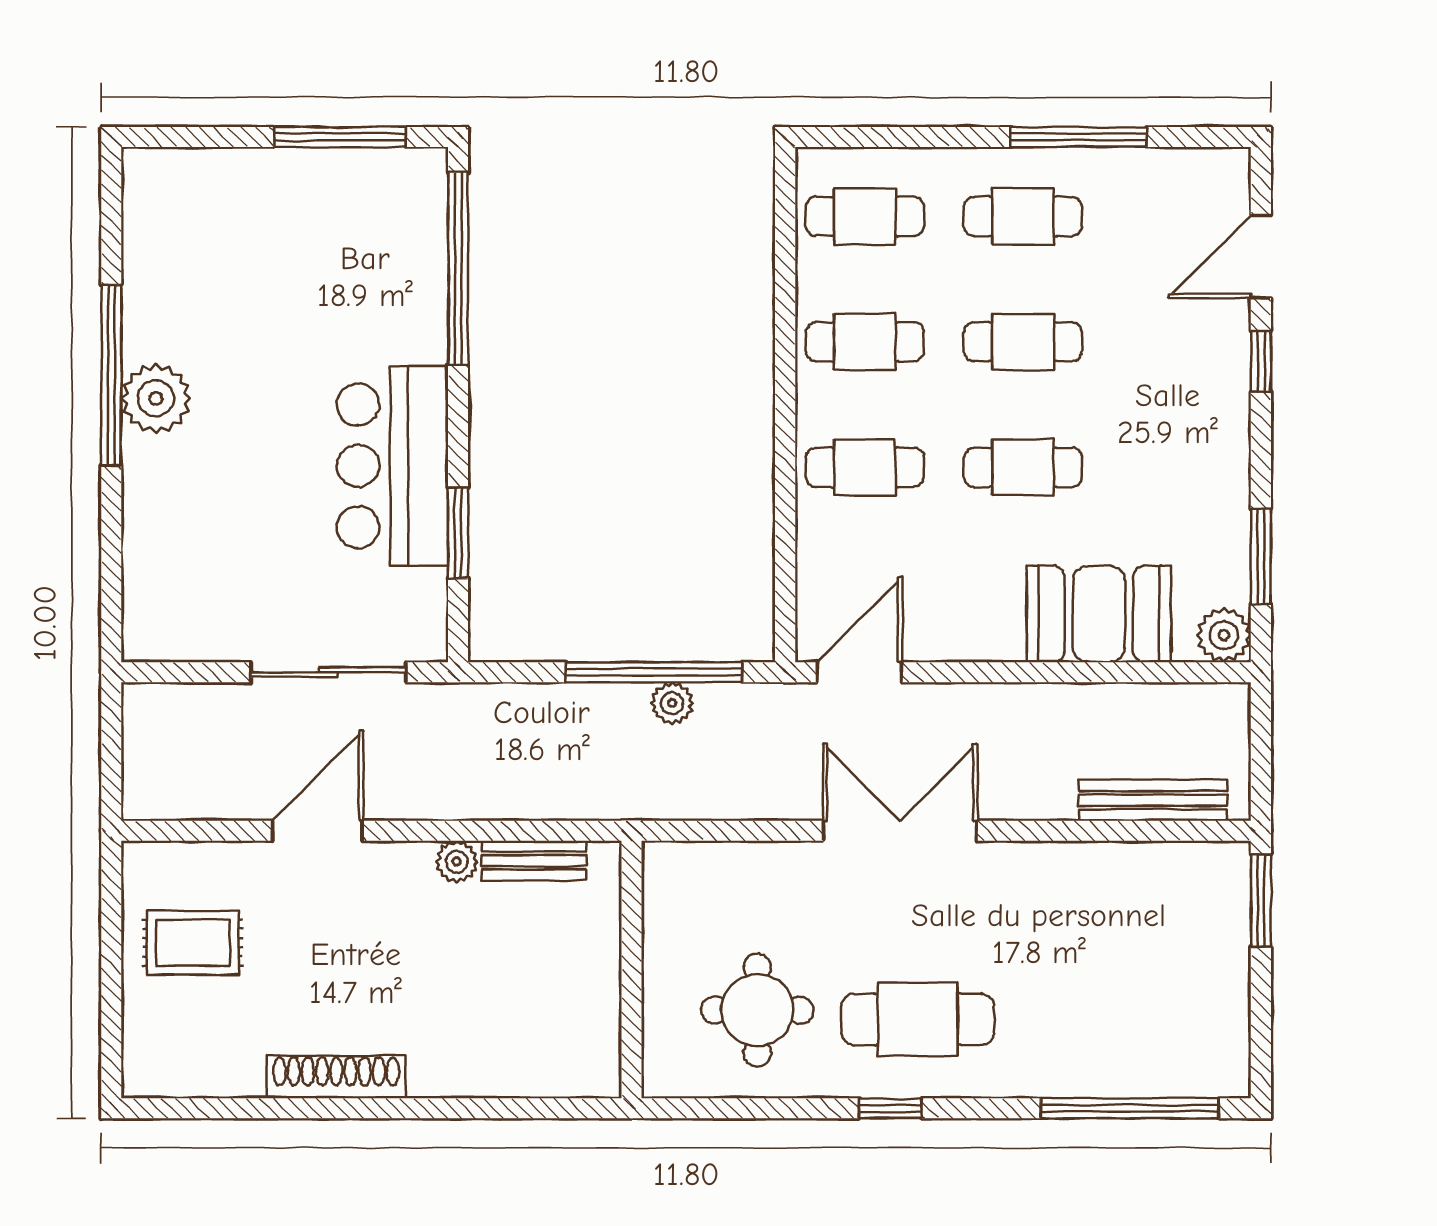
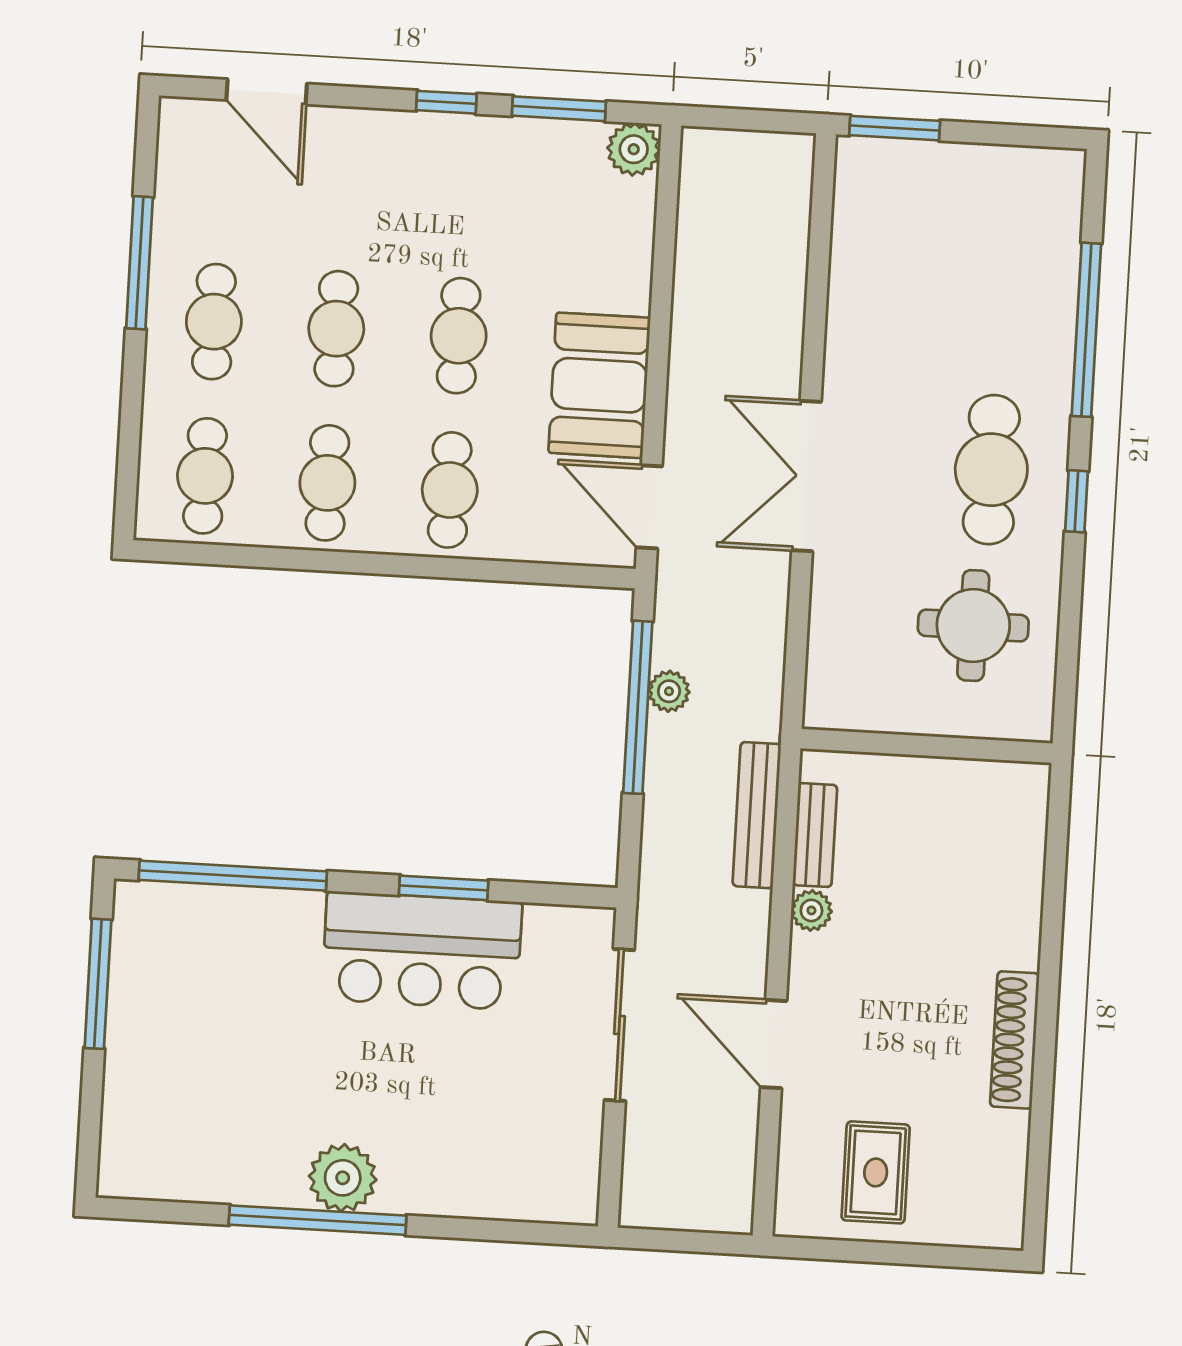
window: (1261, 361) -> (446, 102), moved
window: (458, 533) -> (444, 888), moved
booth: (1099, 614) -> (599, 385), moved
bench: (1153, 800) -> (757, 815), moved
window: (1130, 1108) -> (1086, 330), moved

